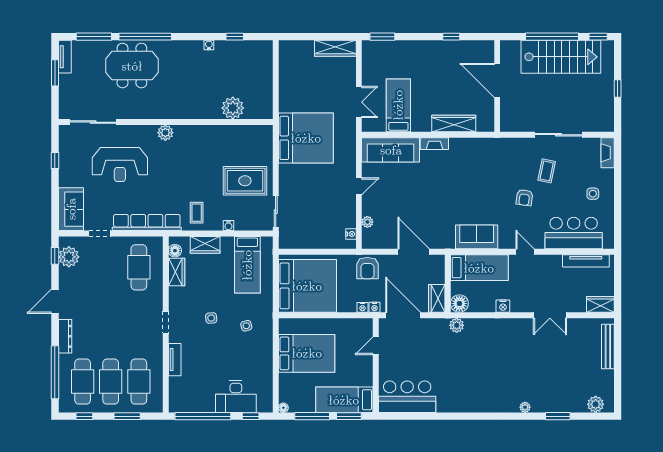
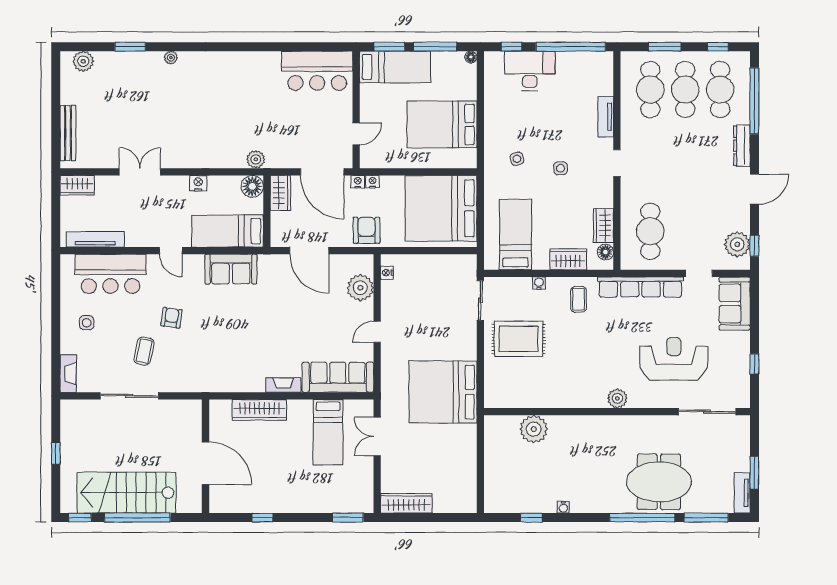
plant: (367, 222) -> (360, 288), width x1.88, depth x1.88

